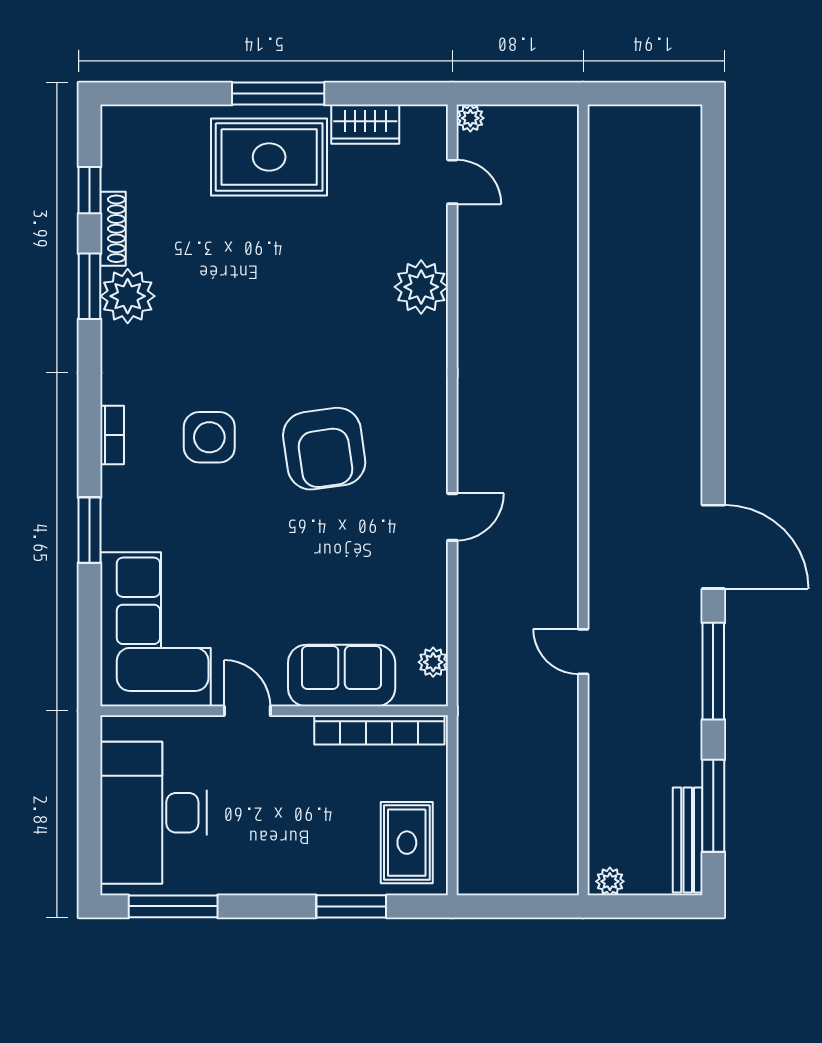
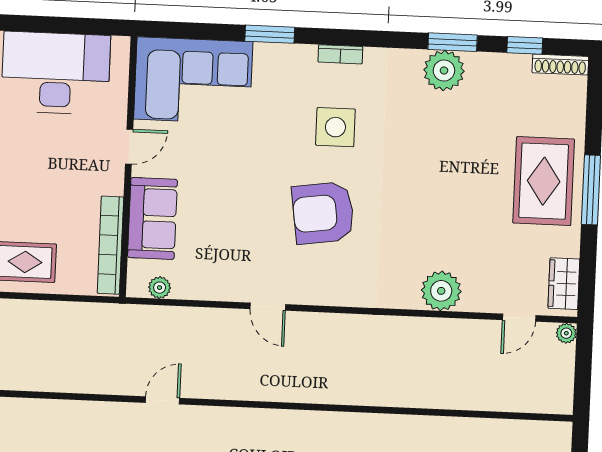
wardrobe: (365, 124) -> (564, 284), moved
shoe rack: (113, 229) -> (560, 65), moved

